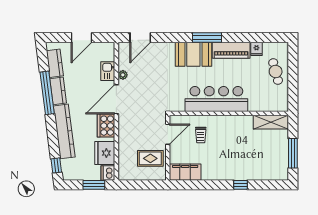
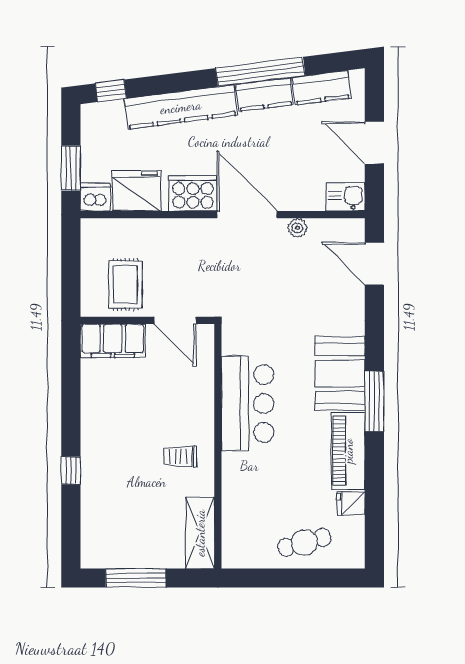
kitchen sink: (108, 71) -> (345, 197), moved
bar counter: (216, 99) -> (248, 404), width x0.73
trolley: (201, 135) -> (180, 457), moved
filing cabinet: (185, 172) -> (113, 341), moved, turned 90

